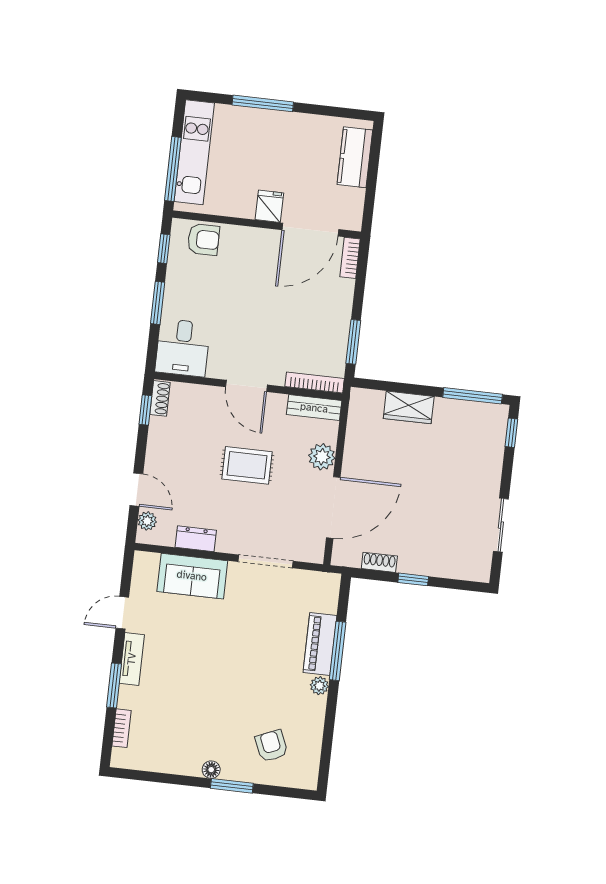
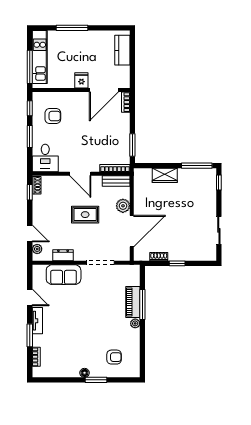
armchair: (203, 239) -> (53, 116), moved
door: (122, 613) -> (30, 297), swing flipped
armchair: (271, 746) -> (114, 357), turned 113

